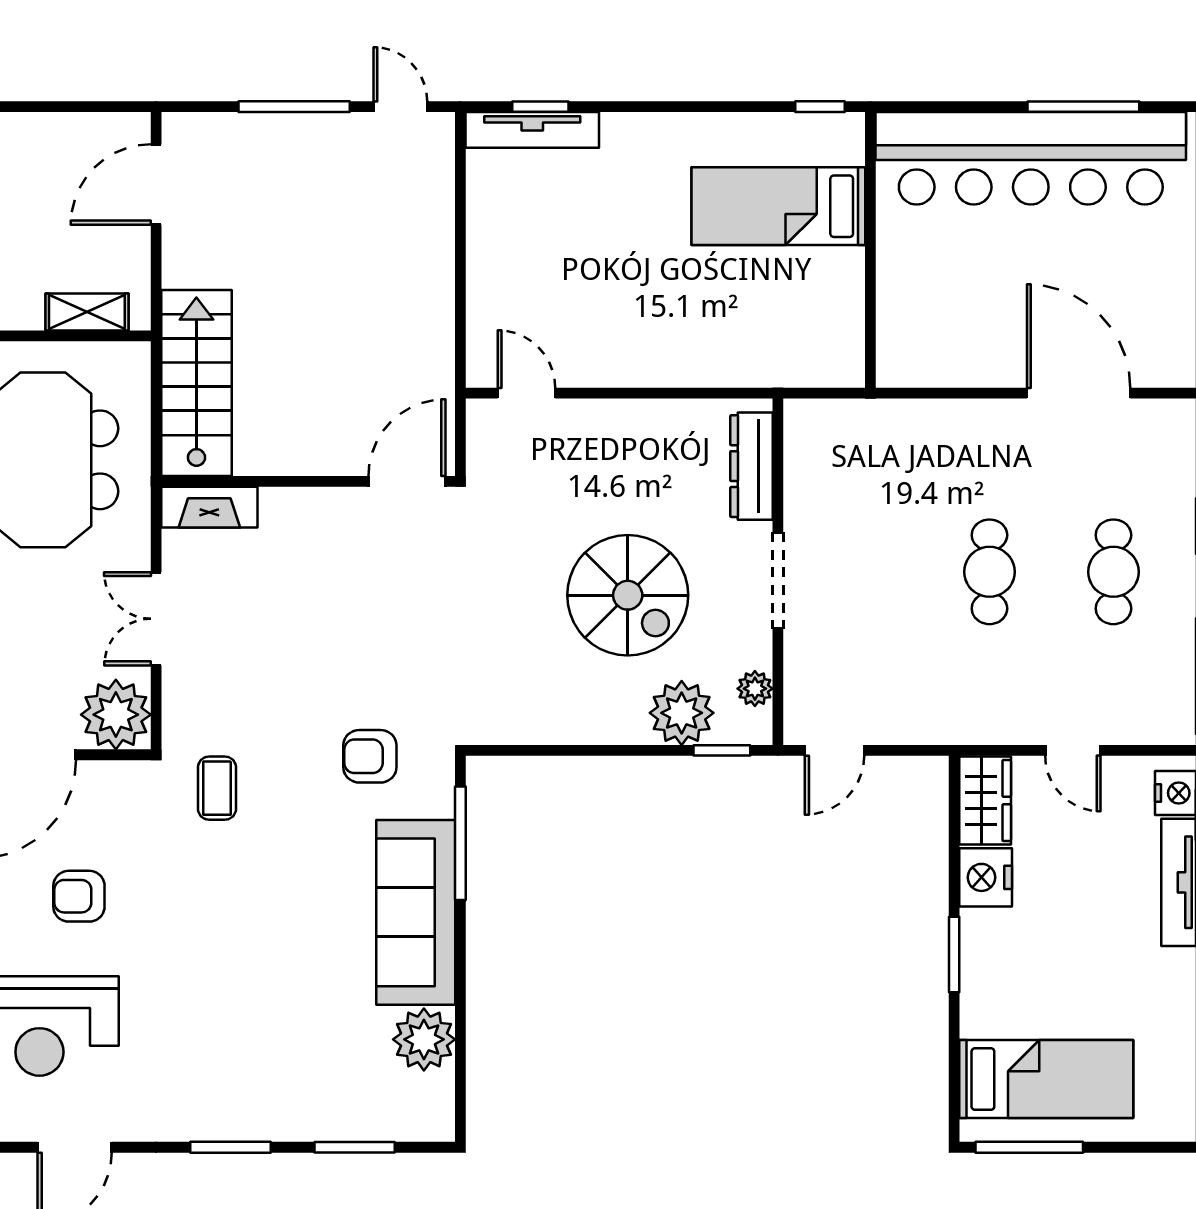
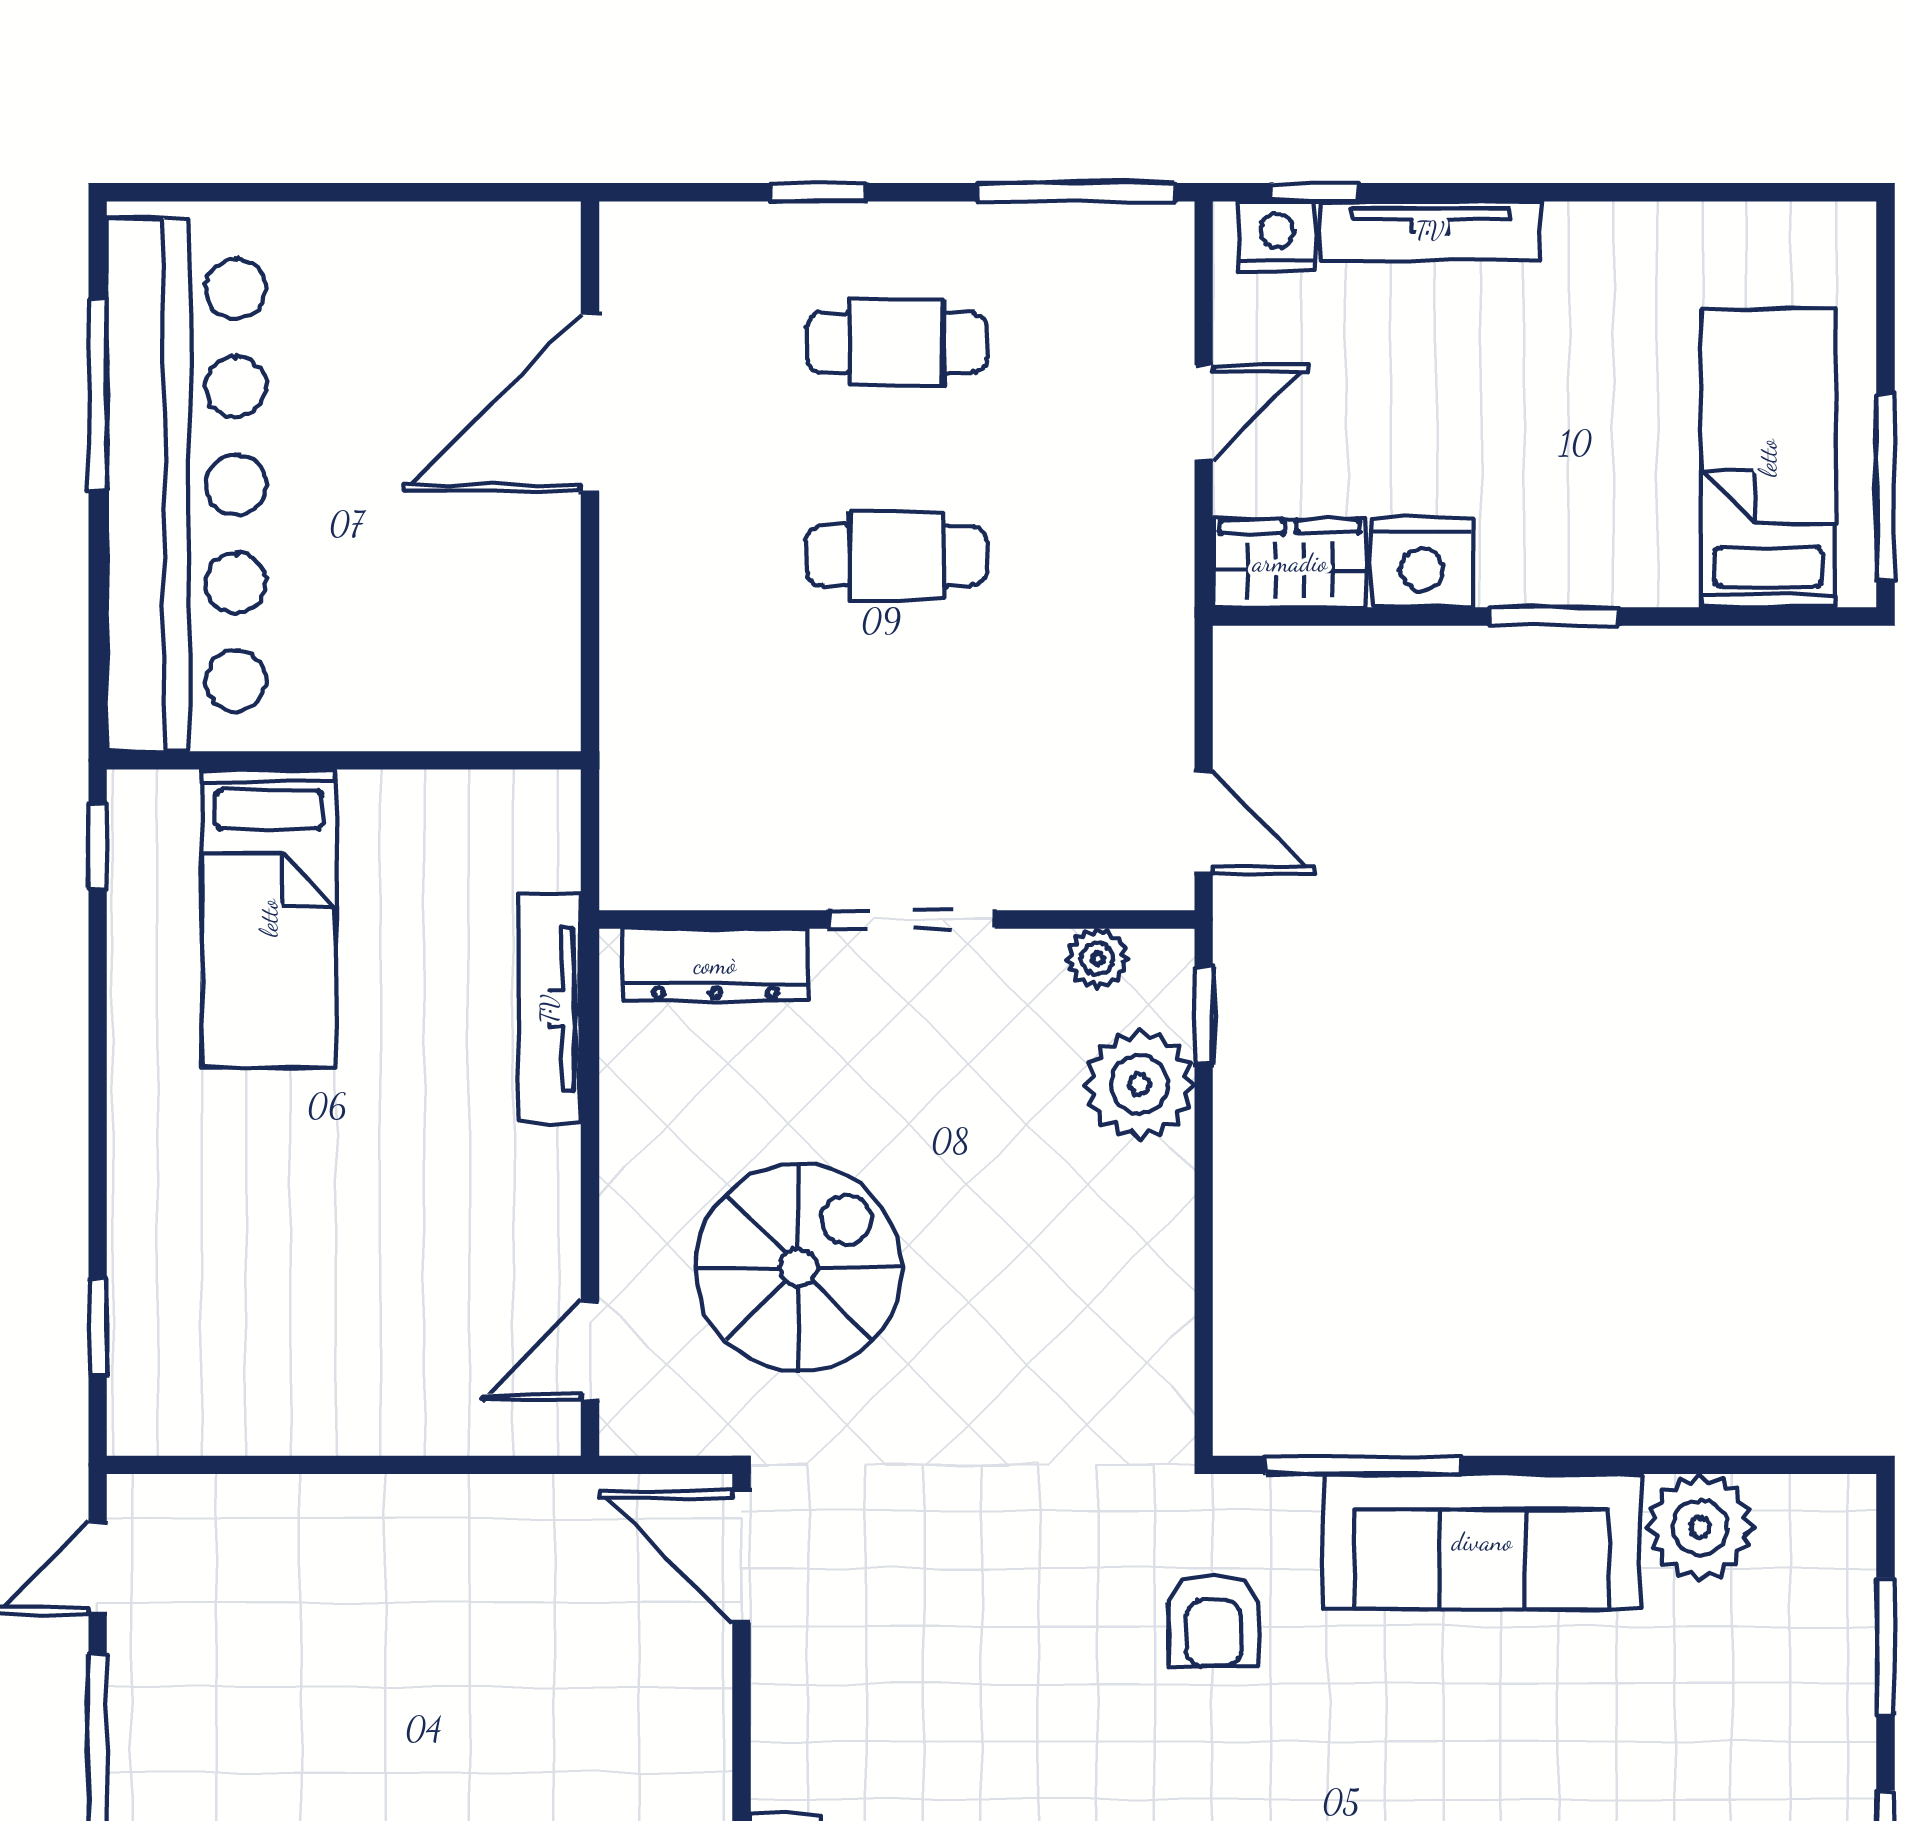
tv unit: (532, 130) -> (550, 1009), moved, turned 180
spiral stairs: (628, 595) -> (798, 1268), moved

